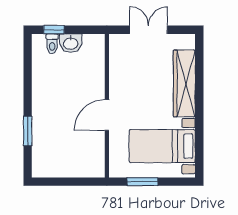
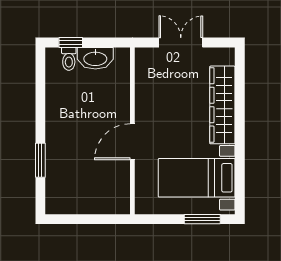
washbasin: (71, 43) -> (95, 58), width x1.38
window: (142, 182) -> (202, 219), moved

